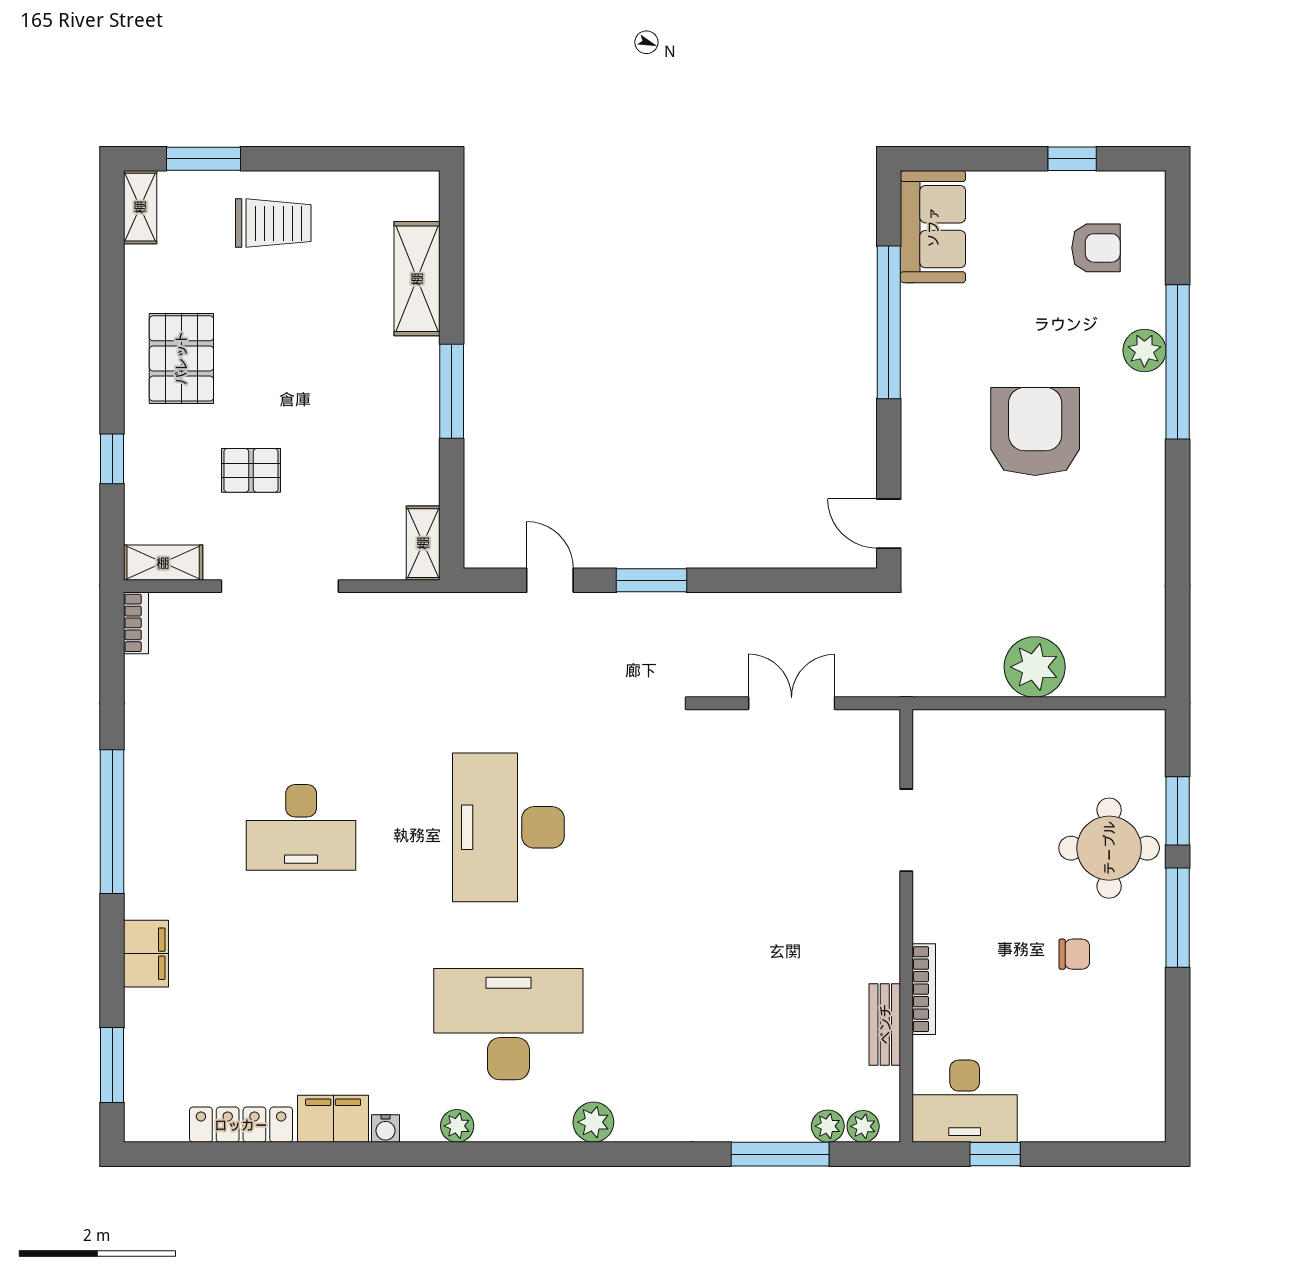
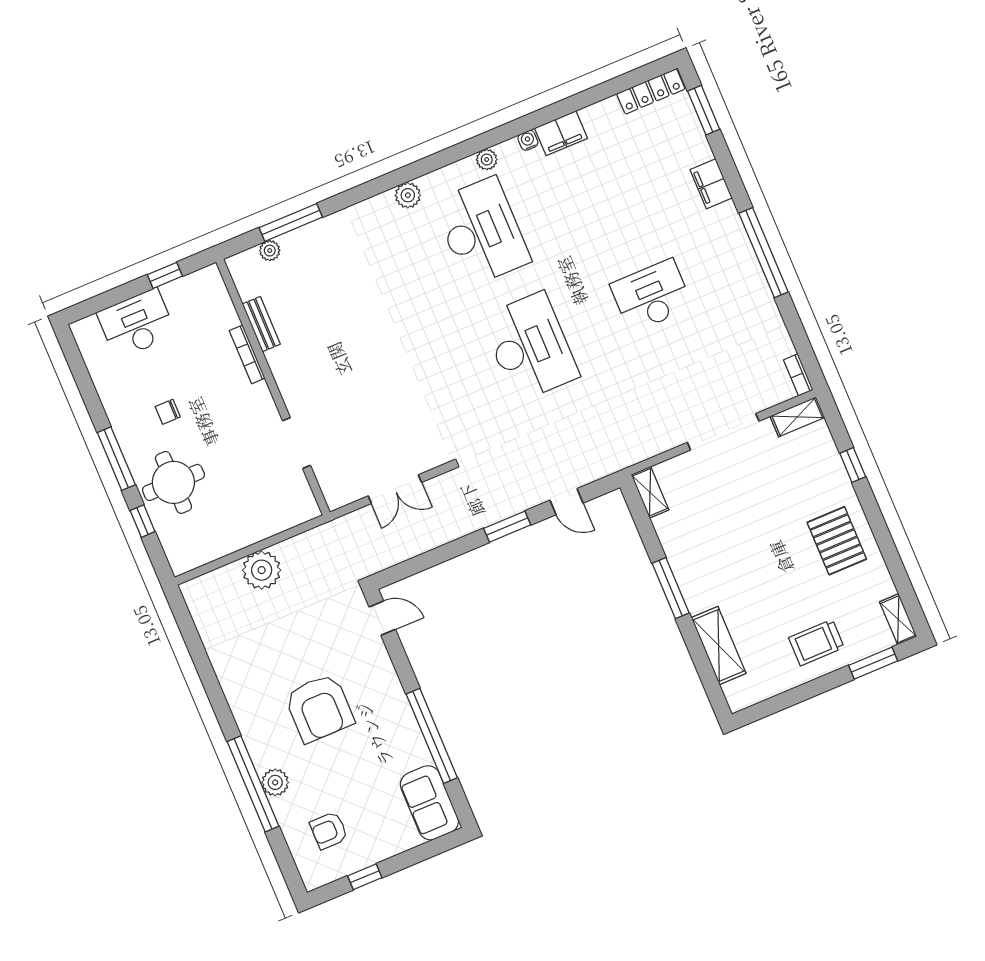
pallet: (251, 470) -> (769, 492), removed
window: (1178, 811) -> (143, 521), width x0.67
desk: (508, 1024) -> (482, 232), turned -90
desk: (965, 1101) -> (137, 324), moved
locker: (241, 1125) -> (651, 91), moved
plant: (863, 1126) -> (249, 259), removed

